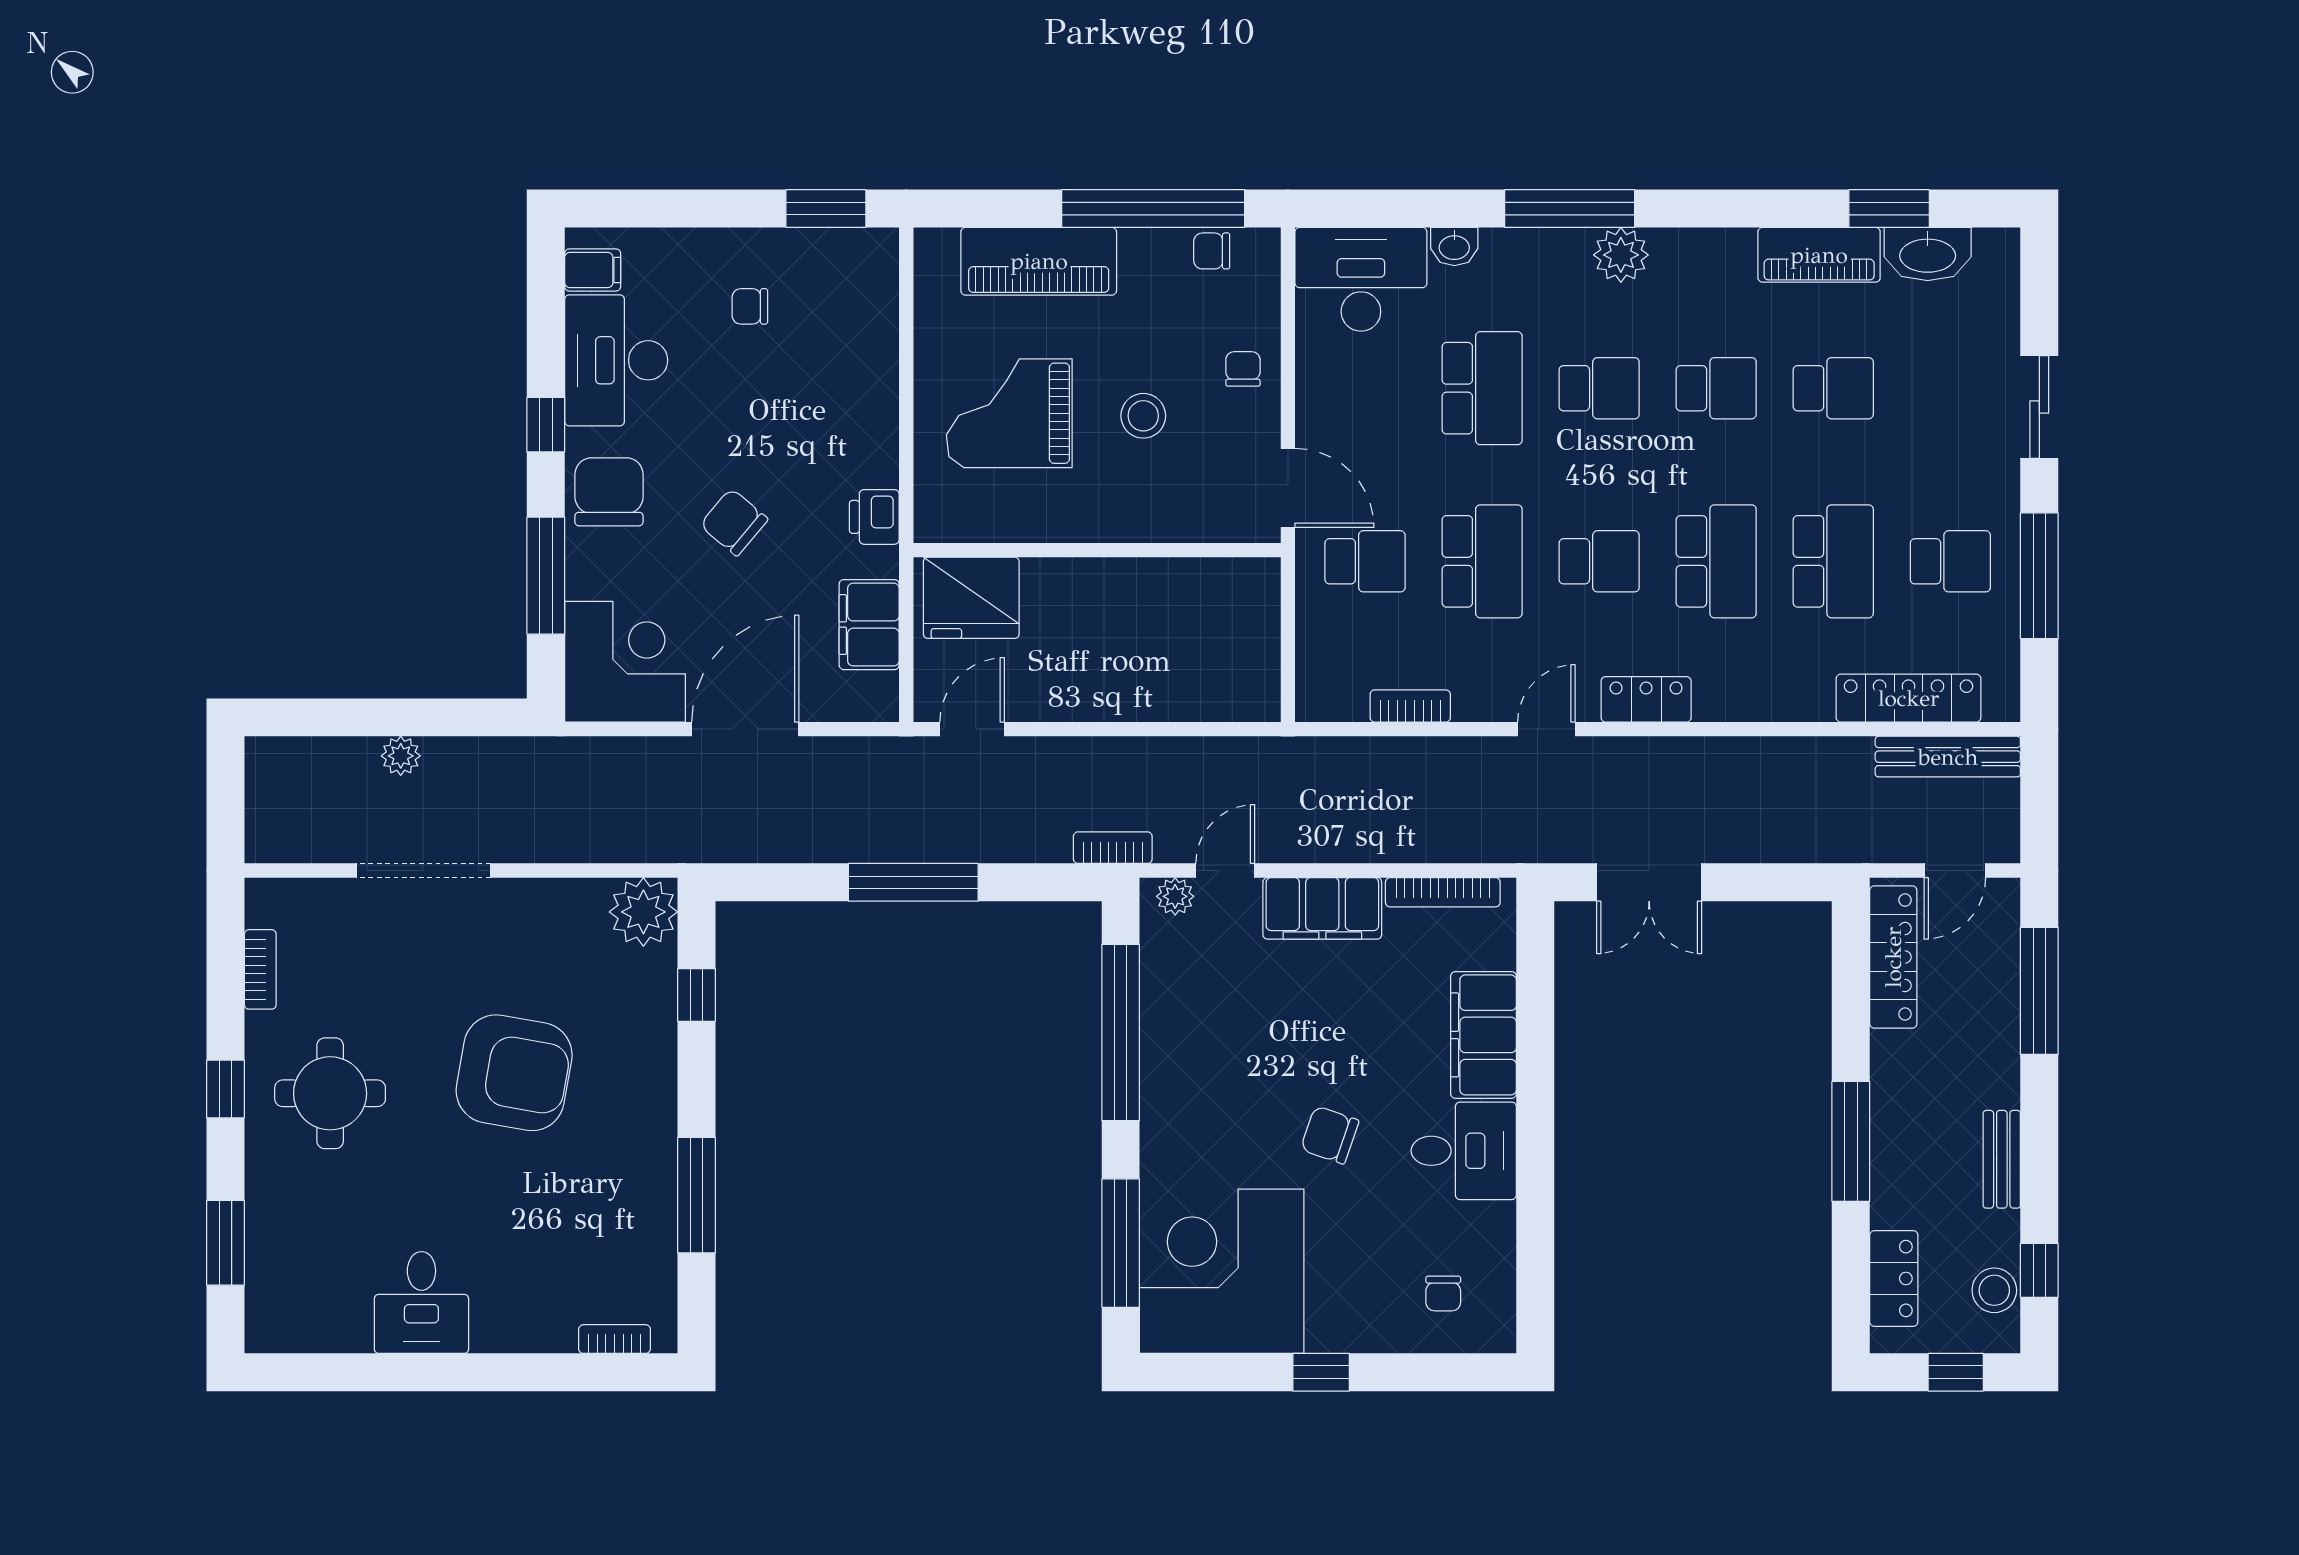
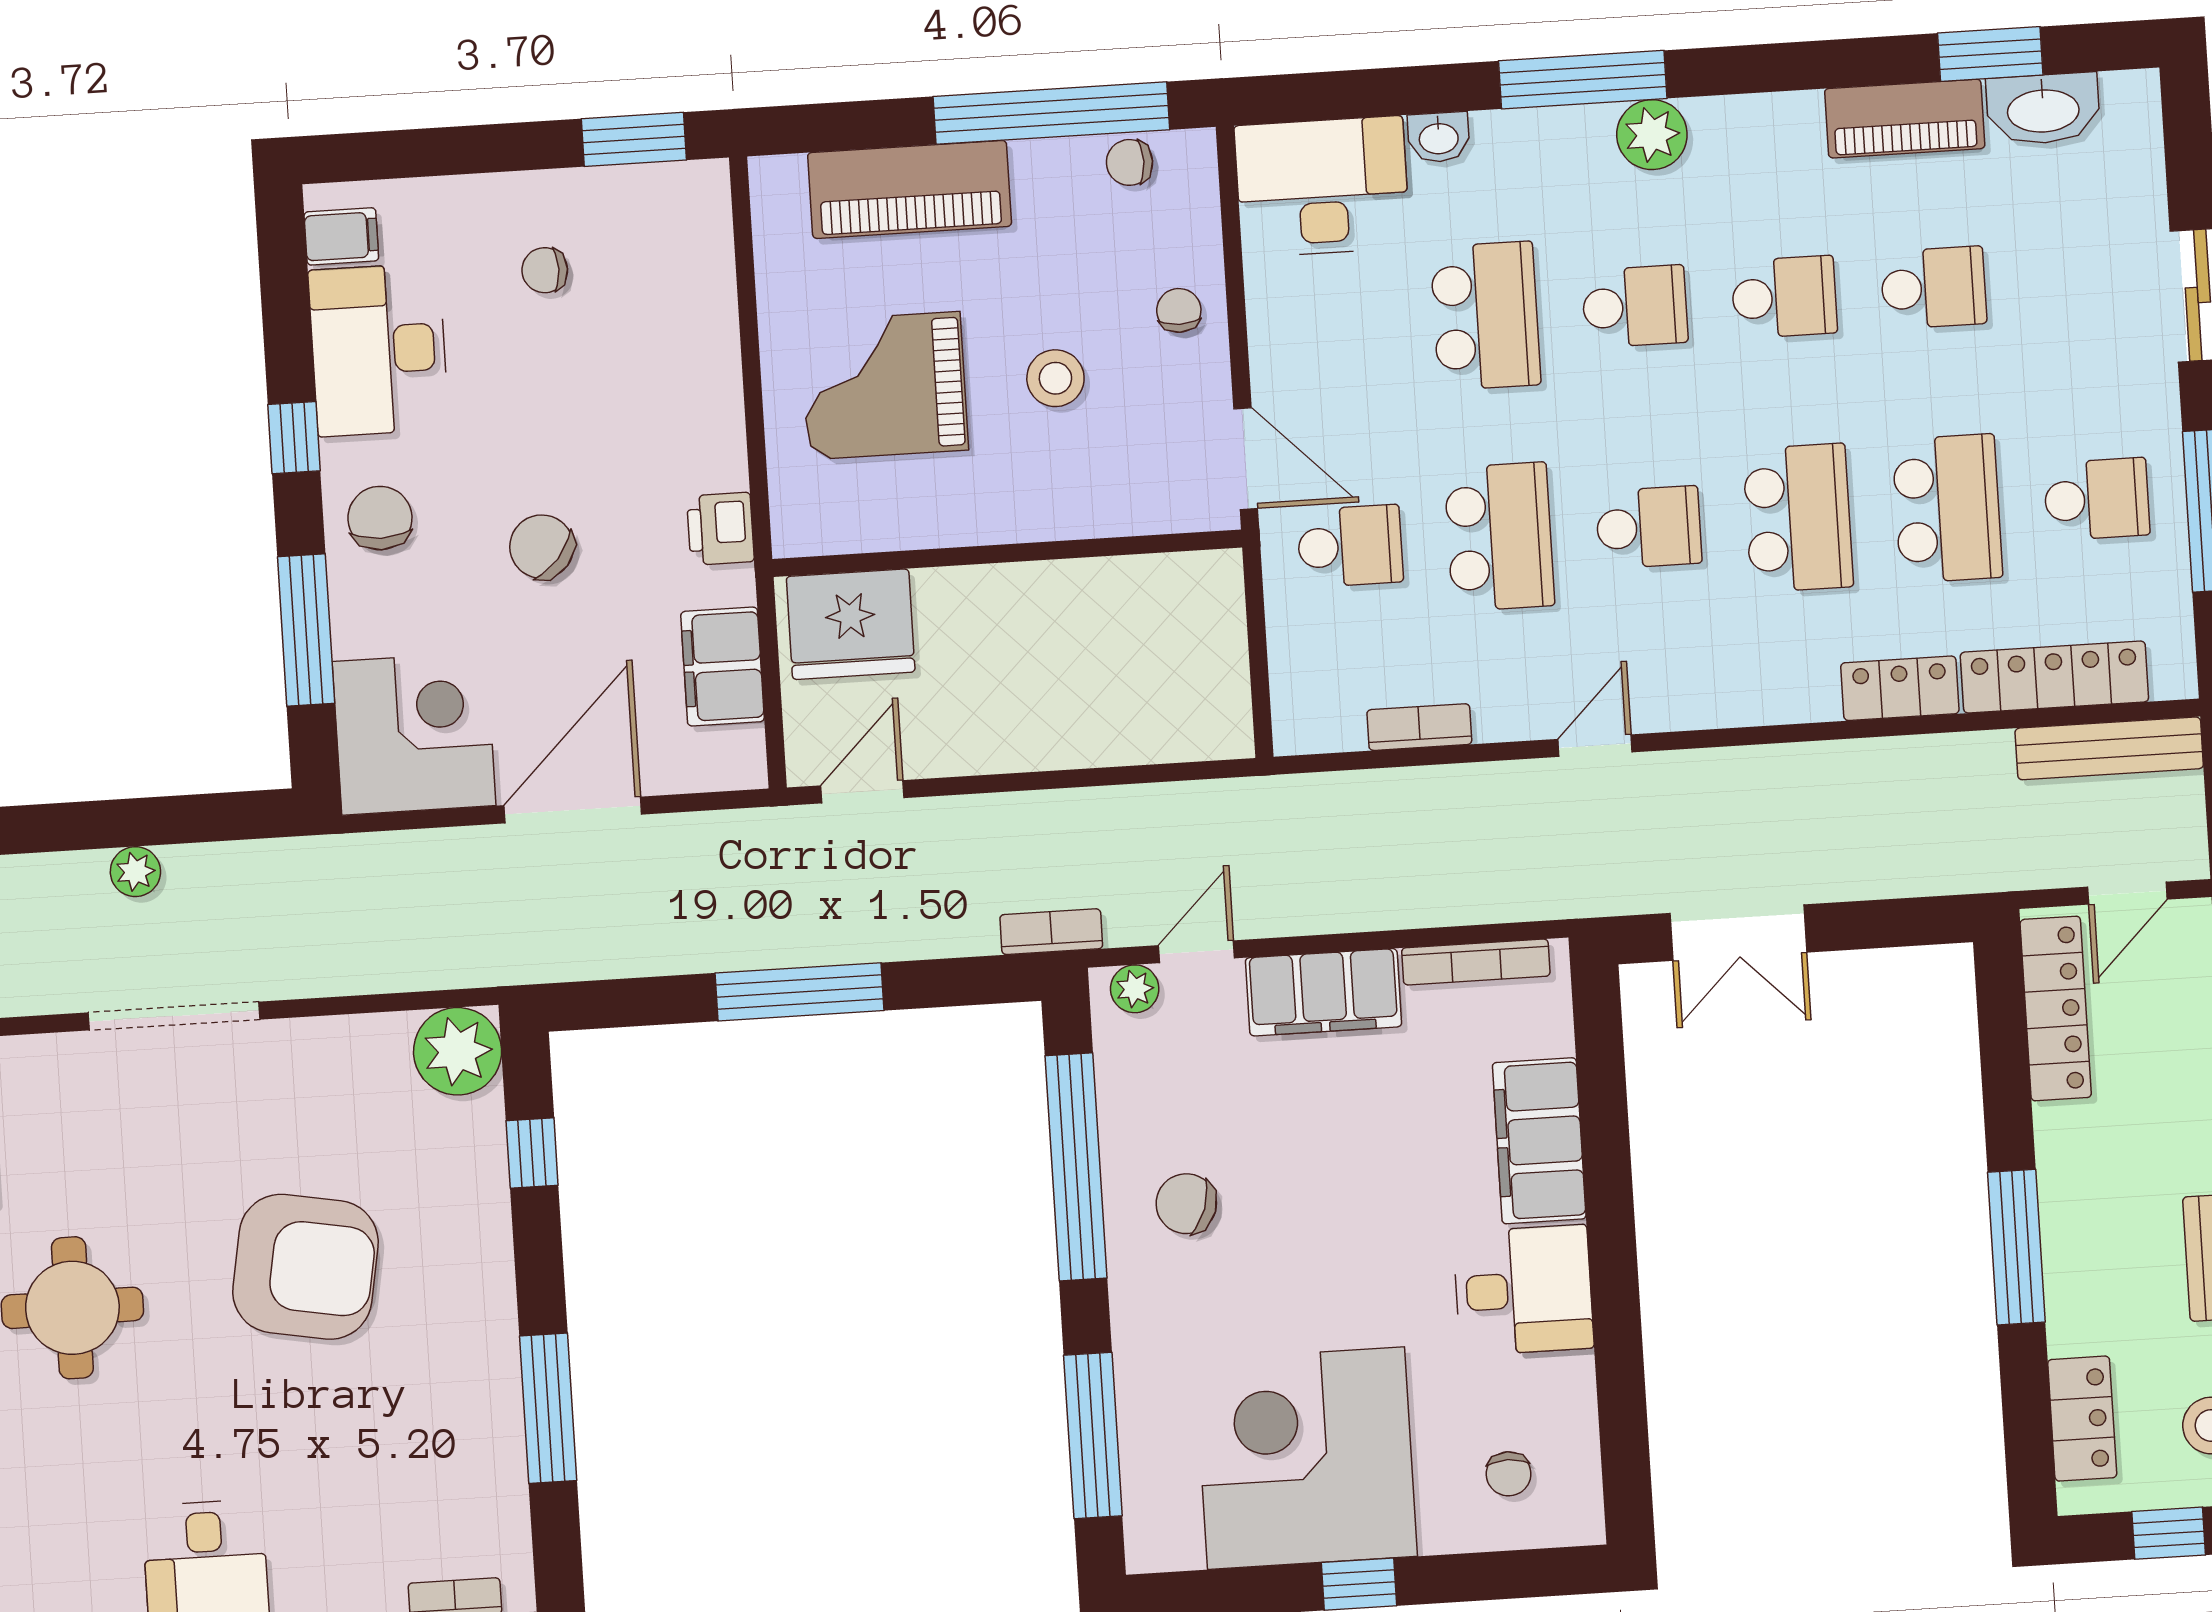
chair: (609, 492) -> (380, 518), width x0.73, depth x0.73
locker: (1646, 699) -> (1900, 688), moved
chair: (1330, 1135) -> (1186, 1204), moved
corner desk: (1222, 1271) -> (1306, 1458), moved

